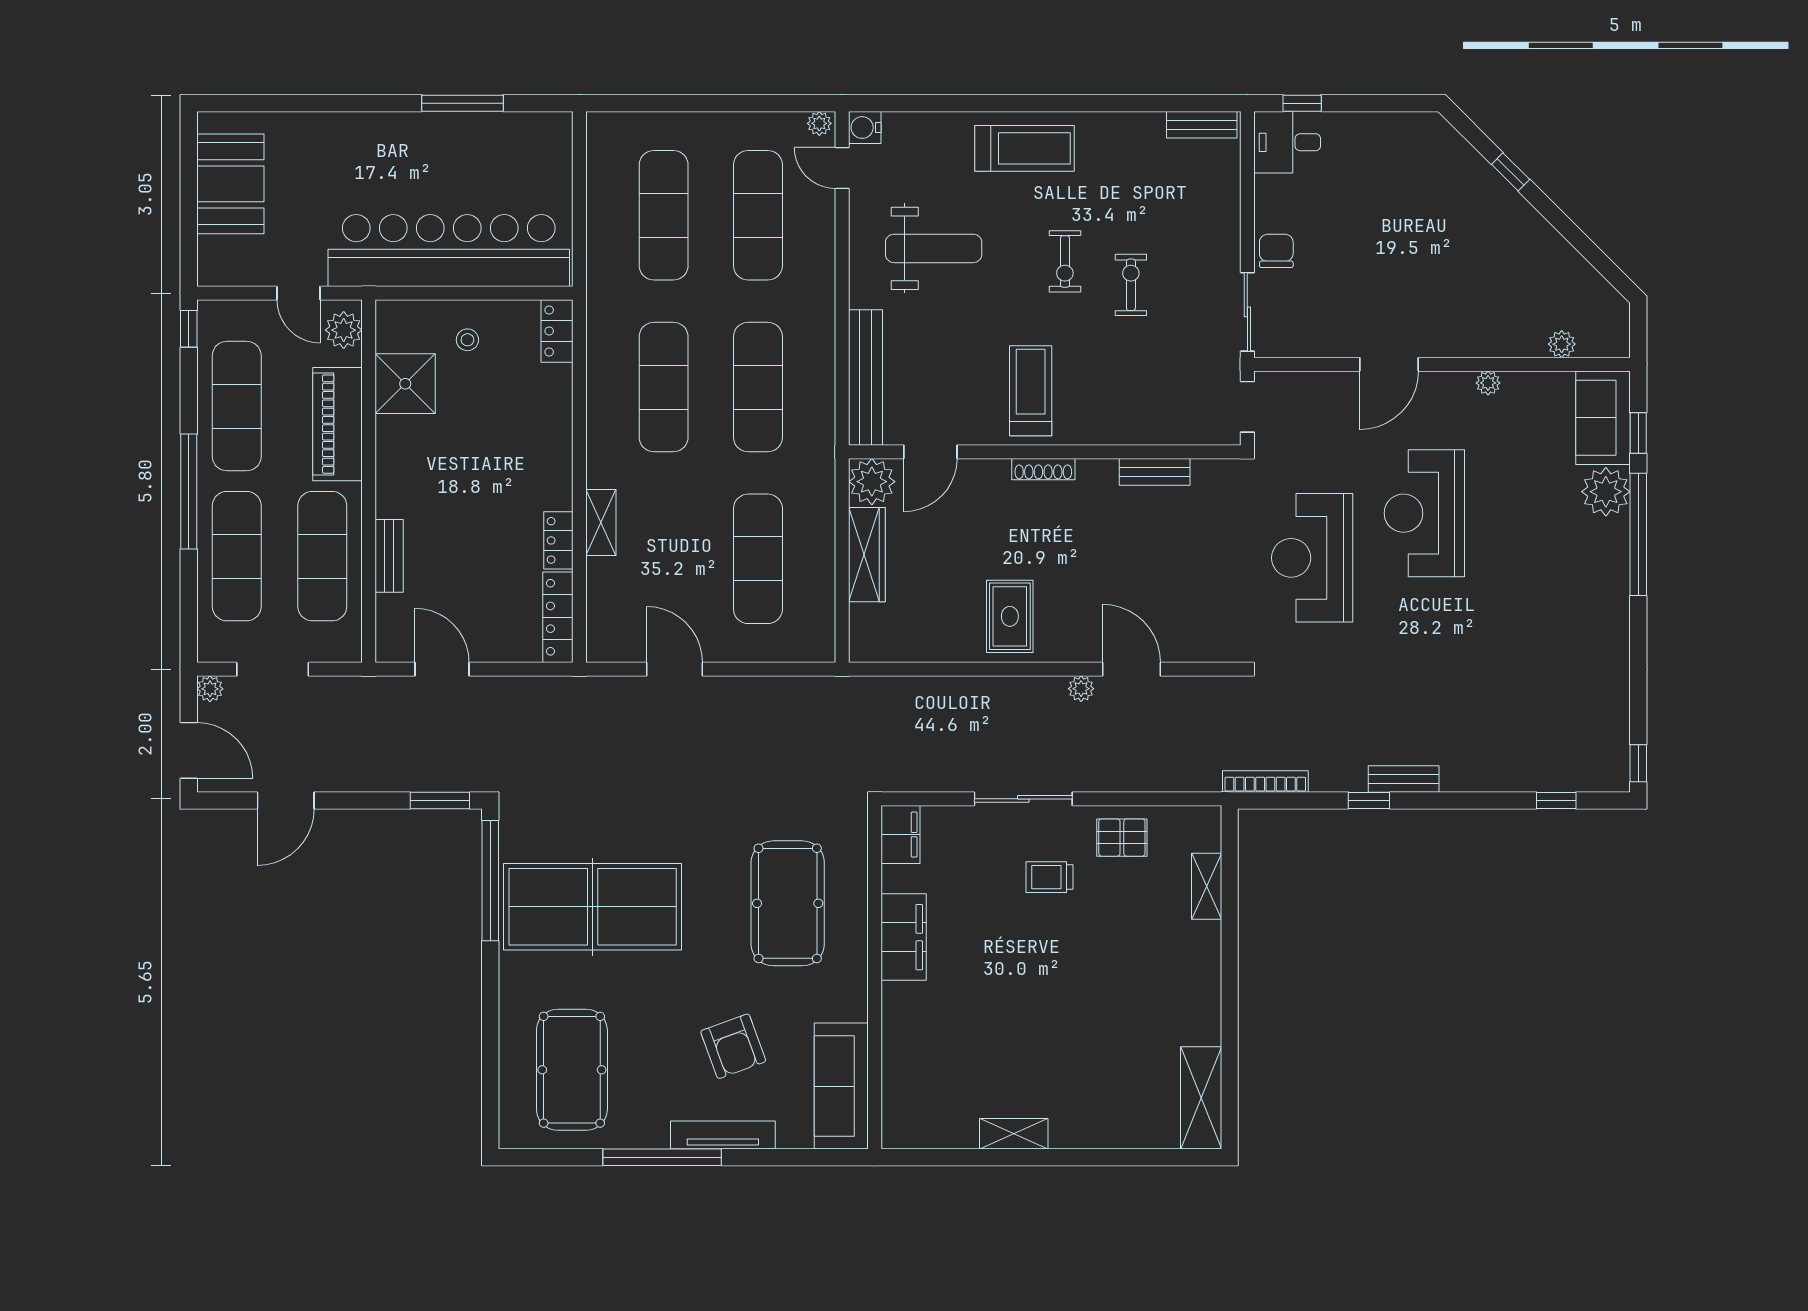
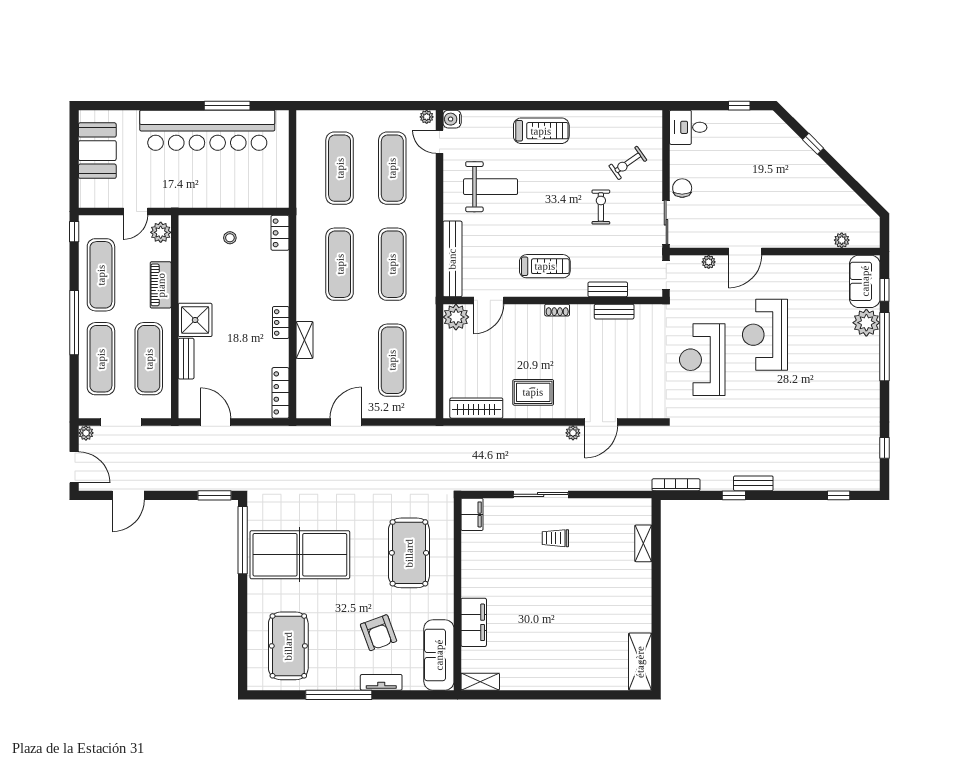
window: (1302, 103) -> (739, 106), moved
bench: (1202, 125) -> (608, 289), moved
bar counter: (449, 250) -> (207, 130), moved, turned 180
exercise bike: (1065, 261) -> (628, 163), moved, turned 55
door: (299, 293) -> (135, 212), hinge flipped
plant: (1488, 383) -> (709, 262), moved
shower: (405, 384) -> (195, 320), moved
treadmill: (1031, 391) -> (545, 266), turned 90
piano: (338, 424) -> (161, 285), width x0.73, depth x0.75
shoe rack: (1043, 469) -> (557, 310), width x0.70
locker: (558, 540) -> (281, 322), moved
wardrobe: (867, 555) -> (476, 408), moved, turned -90
rug: (1010, 616) -> (533, 392), turned 90
door: (675, 669) -> (346, 422), hinge flipped
door: (1132, 669) -> (601, 422), swing flipped
window: (1638, 763) -> (884, 448), moved
pallet: (1122, 838) -> (596, 516), removed
filing cabinet: (904, 937) -> (474, 622), moved
shelving: (1014, 1134) -> (480, 682), moved
tv unit: (723, 1135) -> (381, 682), width x0.71

